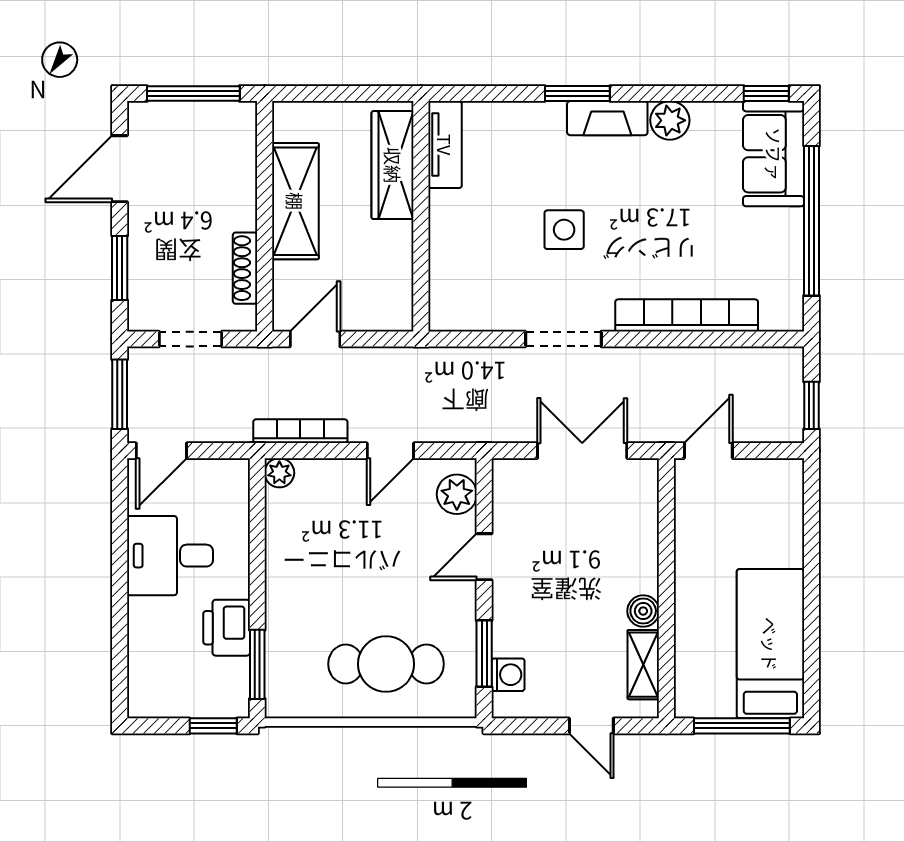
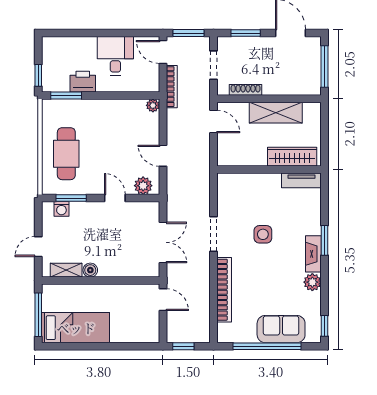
sofa: (774, 154) -> (281, 329), moved
bookcase: (300, 431) -> (172, 87), moved

